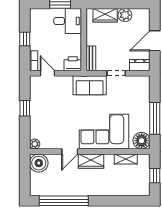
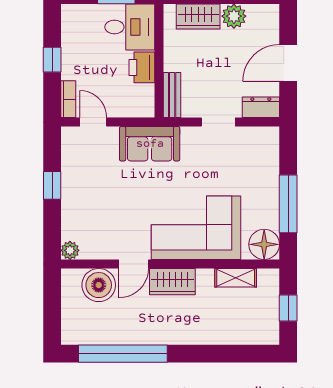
printer: (73, 64) -> (142, 67), moved, turned -90
sofa: (90, 85) -> (150, 144), moved
boiler: (39, 163) -> (99, 285), moved

